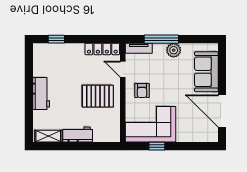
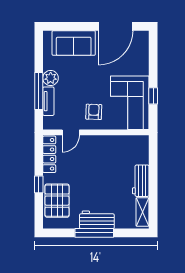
window: (56, 39) -> (39, 184), moved
tv unit: (139, 48) -> (48, 101), moved
window: (29, 91) -> (94, 233), added
armchair: (142, 91) -> (94, 112), turned -88
pallet: (98, 96) -> (57, 201), moved

